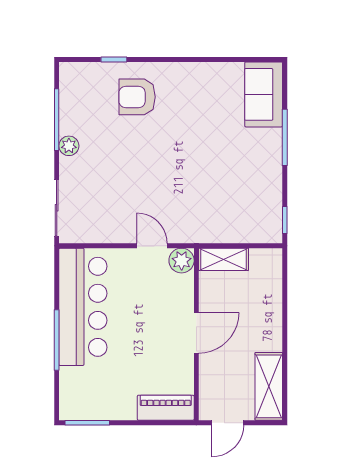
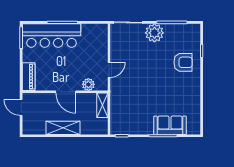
sofa: (264, 94) -> (170, 125), moved
armchair: (137, 97) -> (183, 62), turned 90
plant: (69, 146) -> (154, 33), width x1.87, depth x1.87
plant: (182, 261) -> (88, 84), moved
bar counter: (83, 307) -> (51, 35), moved
shelving: (269, 386) -> (63, 128), moved

